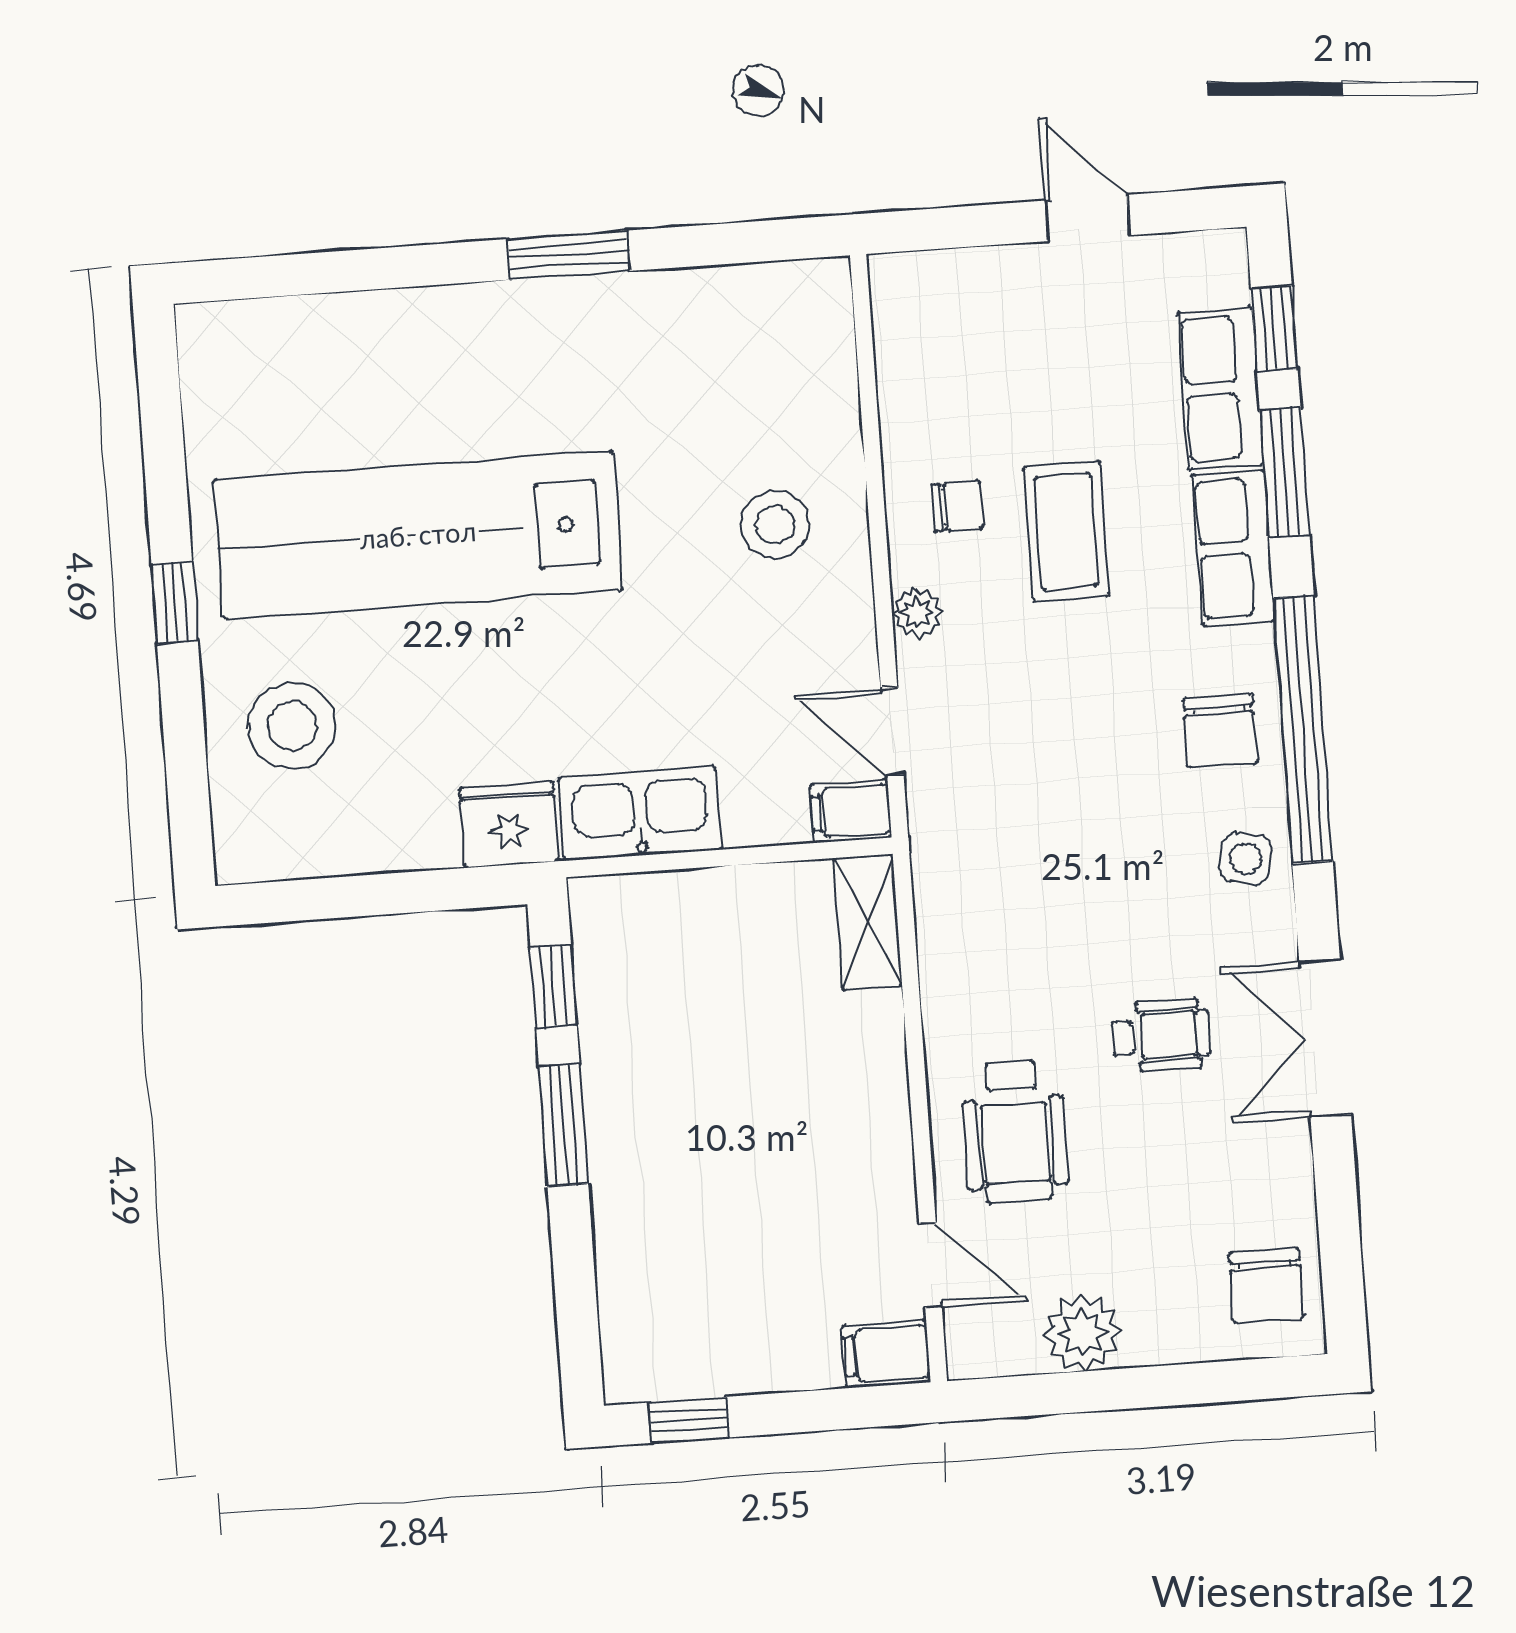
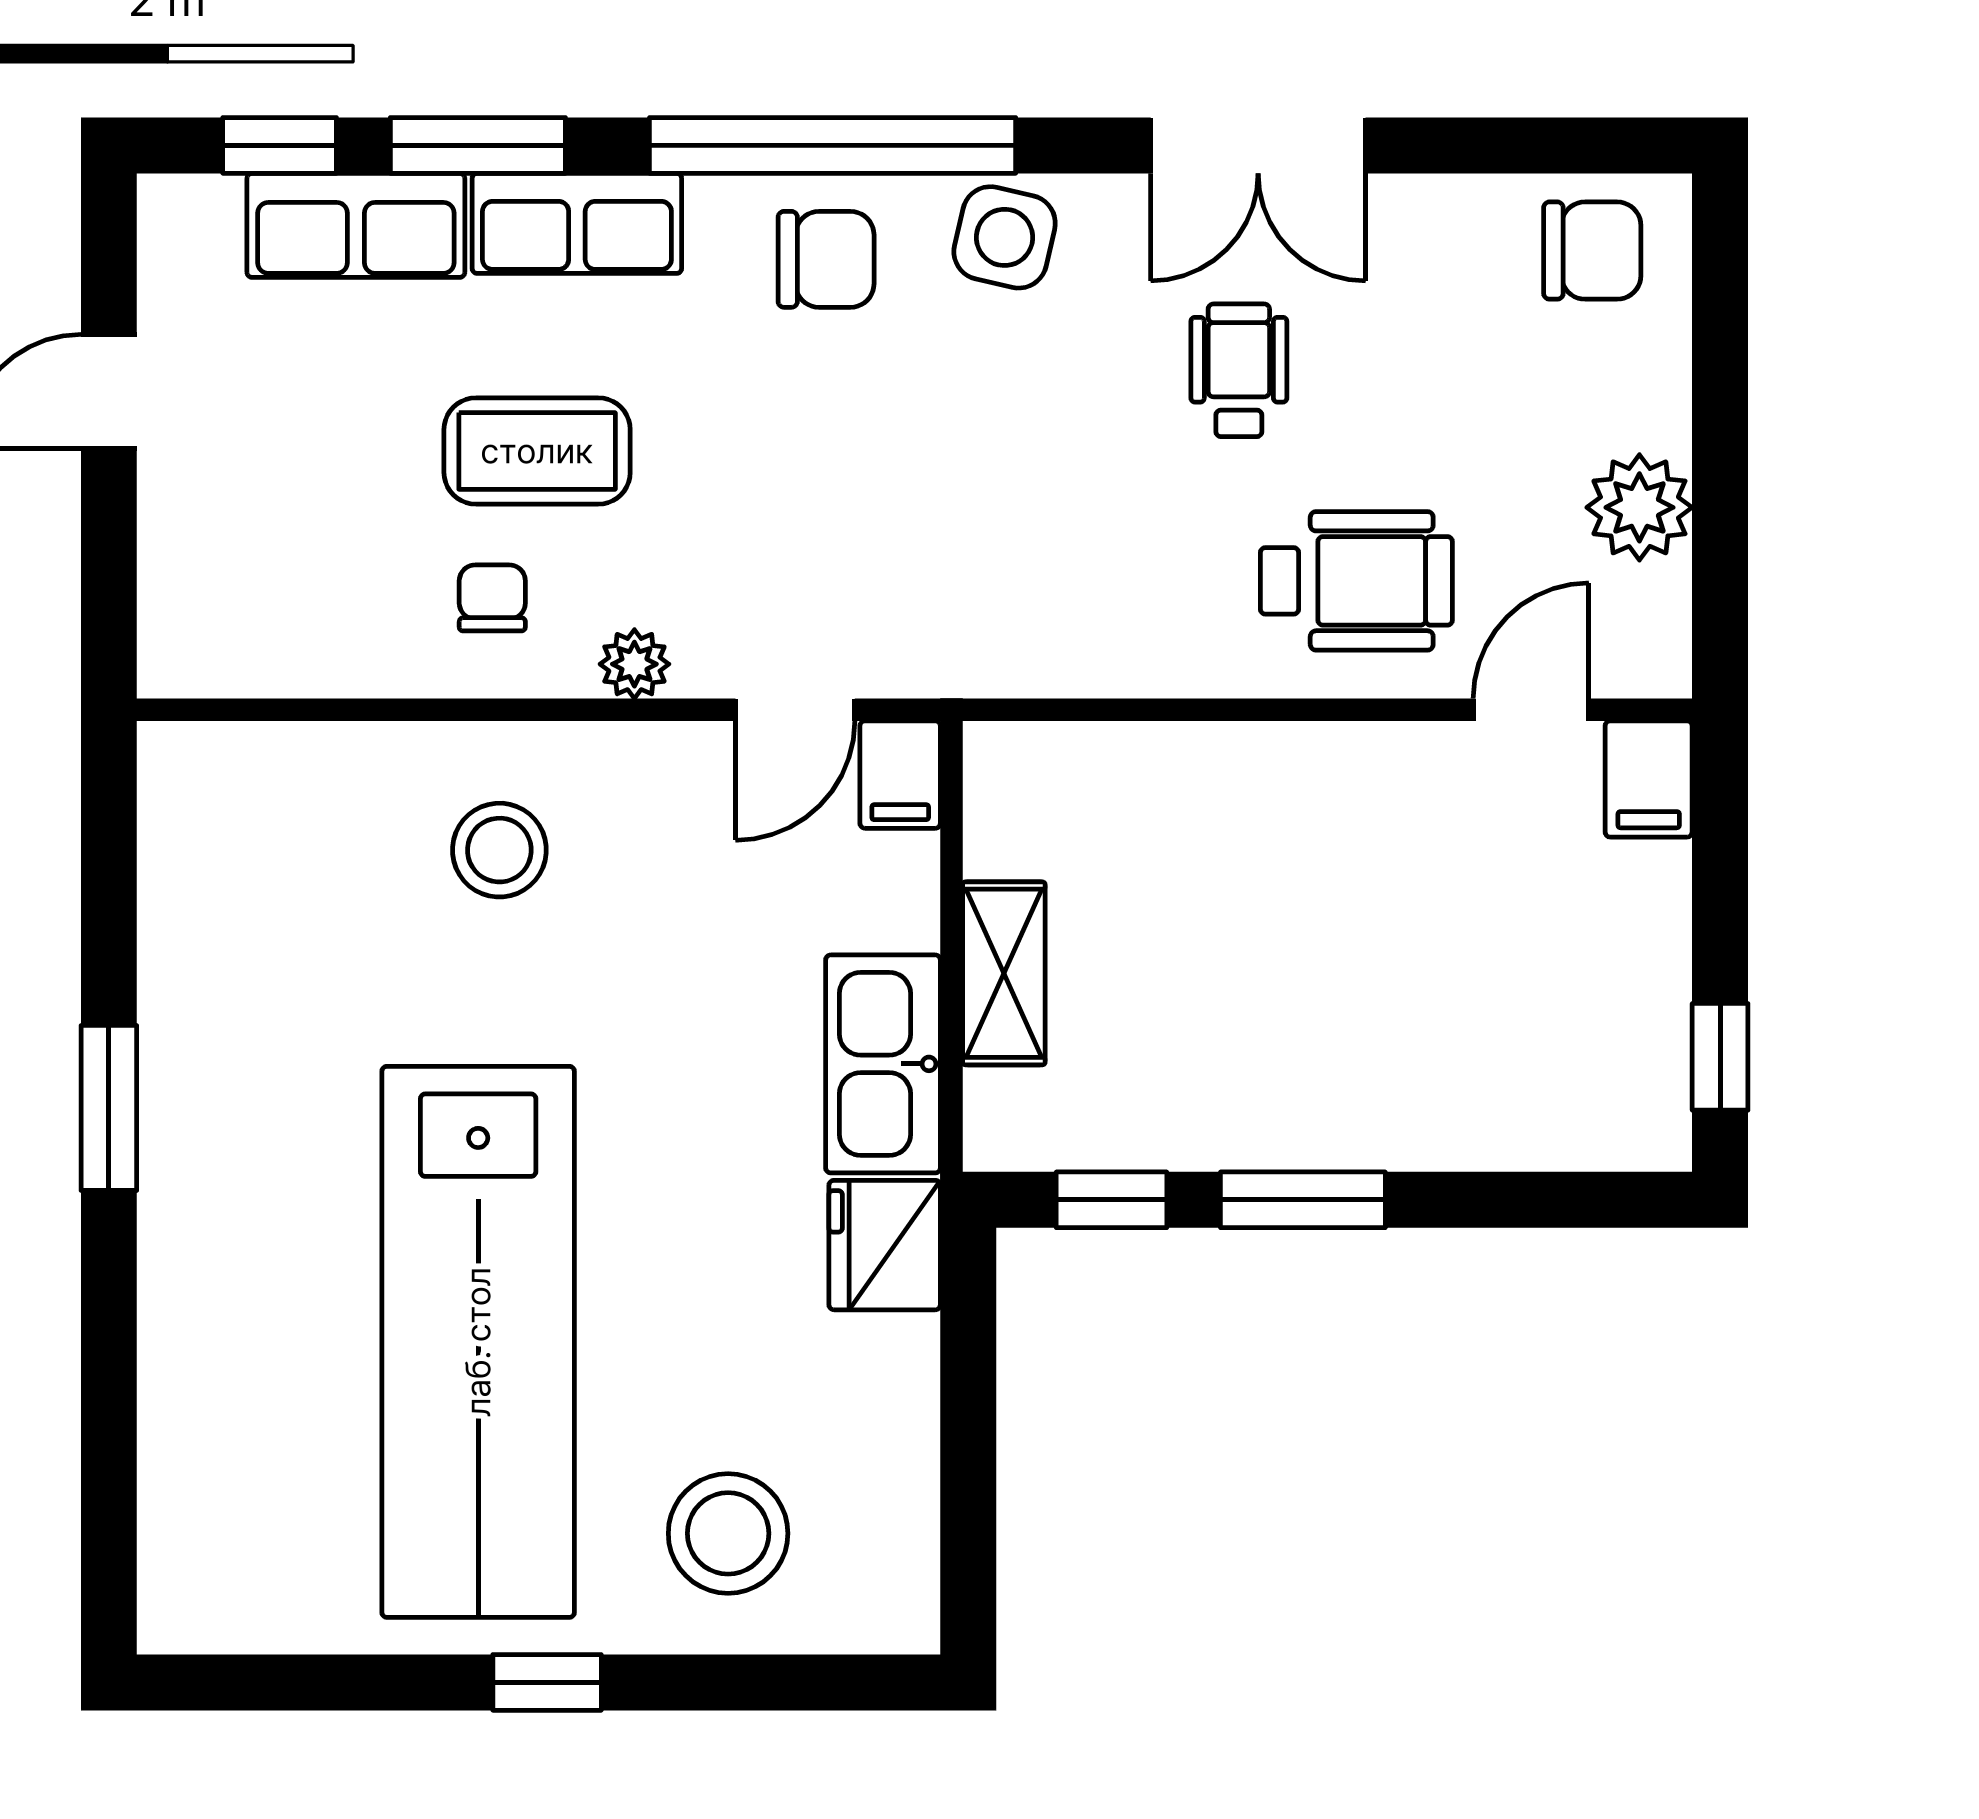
side table: (1245, 859) -> (1005, 237), width x1.37, depth x1.37
shelving: (868, 922) -> (1004, 973), moved, turned 90

